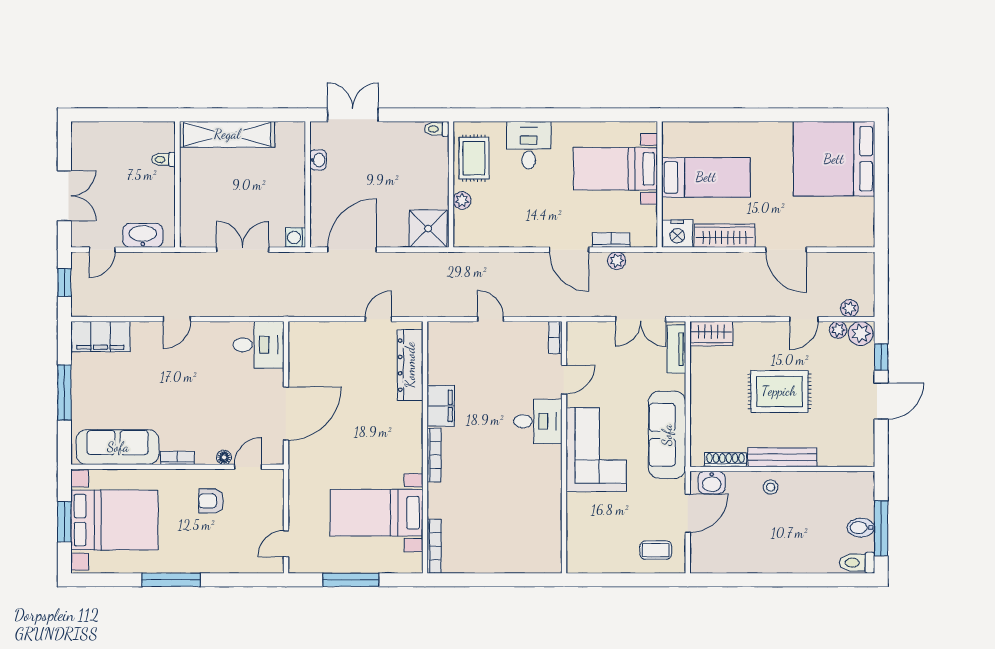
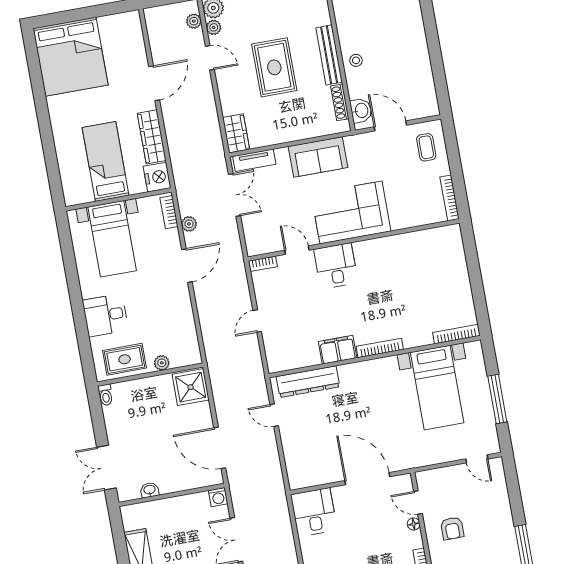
bookcase: (611, 240) -> (169, 212), moved
sofa: (667, 435) -> (318, 157), width x0.73
bookcase: (592, 567) -> (450, 198), added

